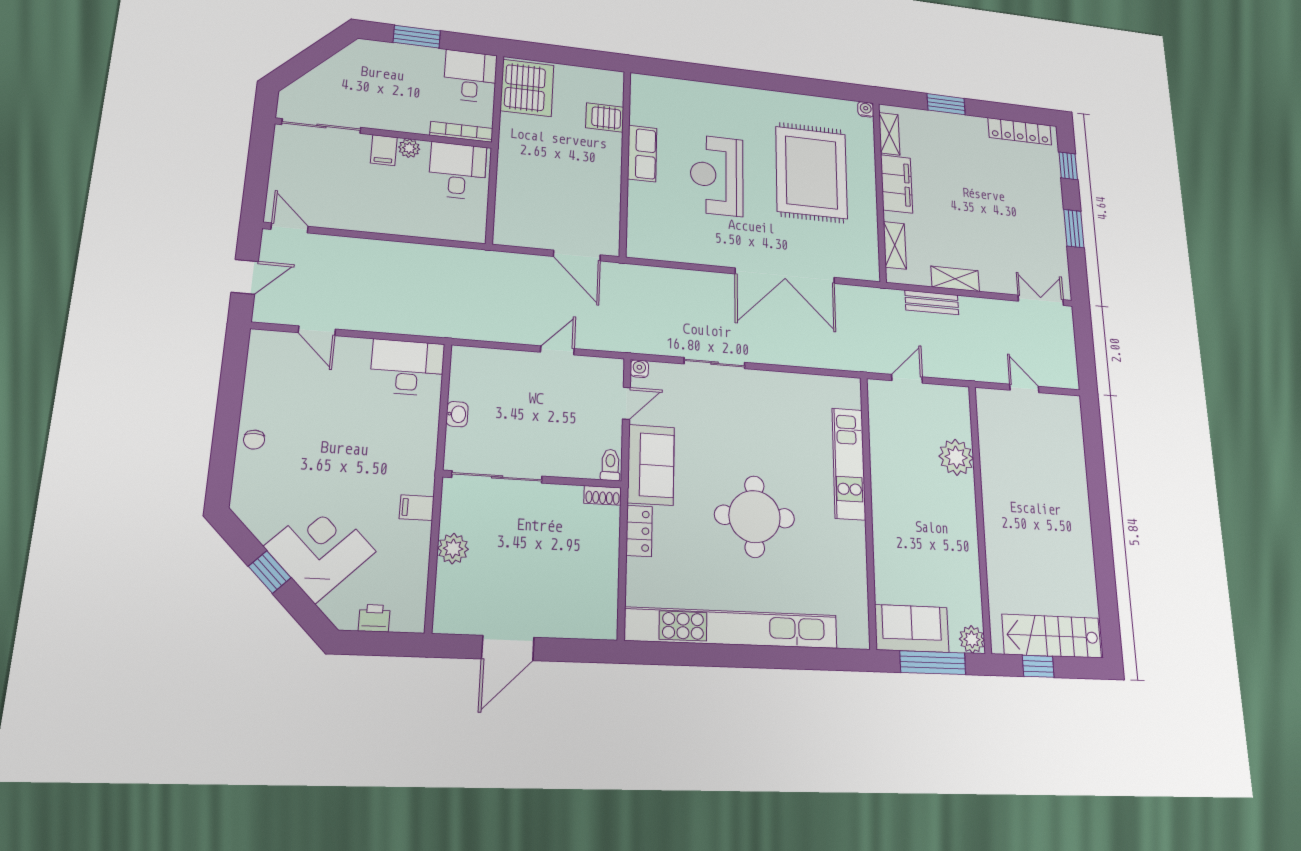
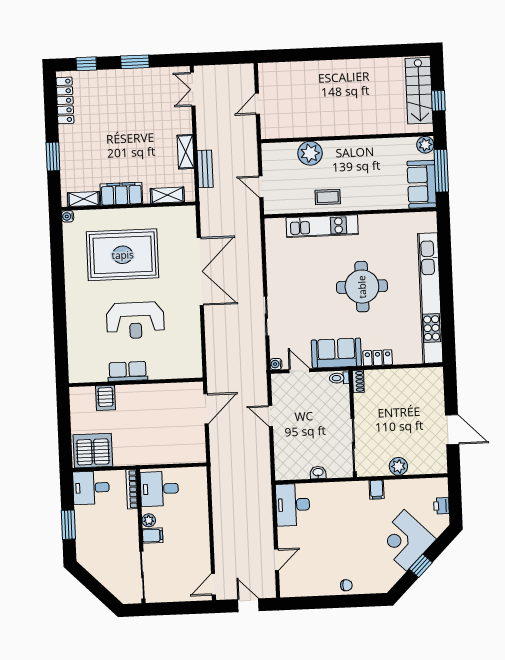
coffee table: (892, 477) -> (328, 197), added

